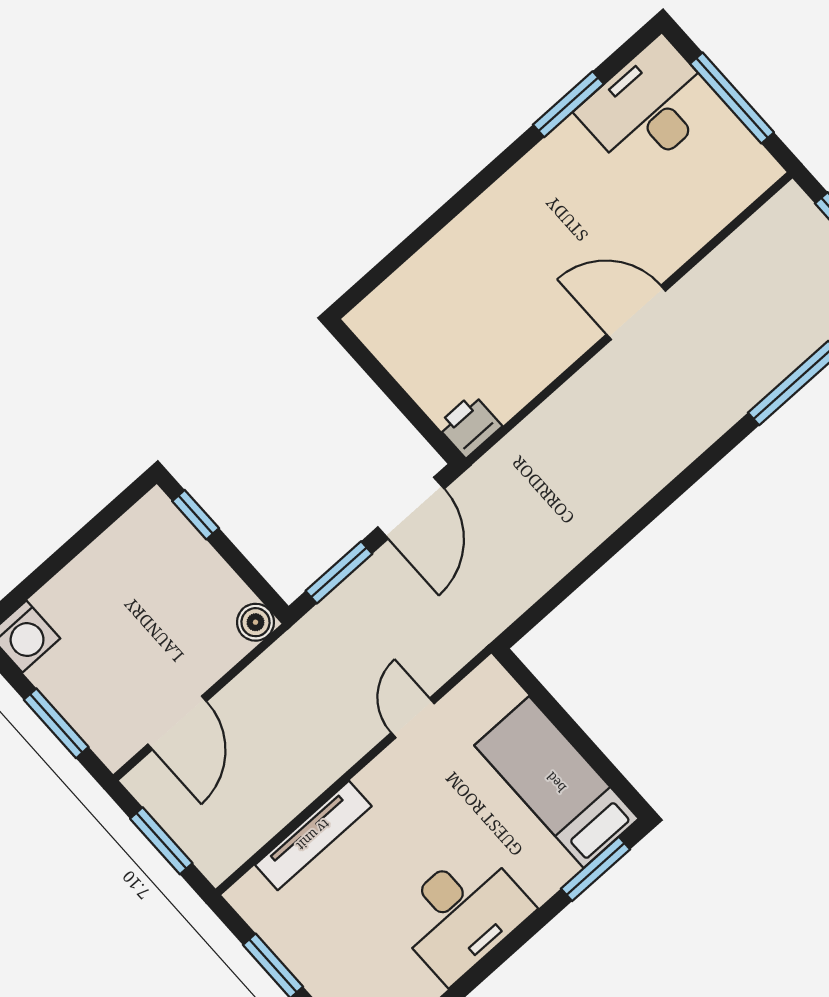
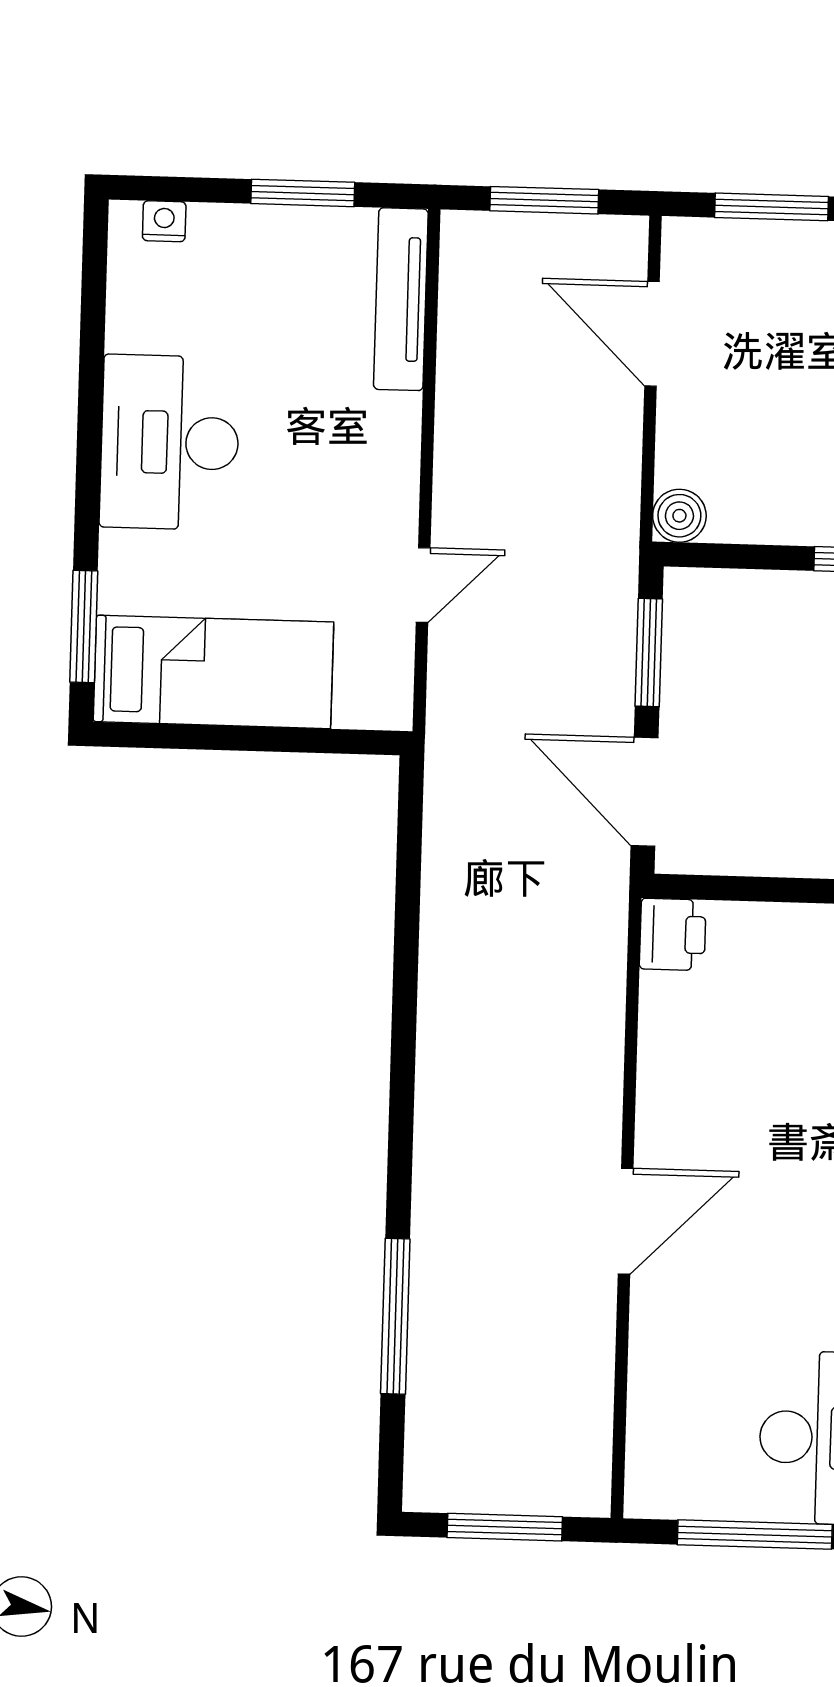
door: (413, 718) -> (423, 585), hinge flipped
tv unit: (313, 835) -> (401, 299), moved

